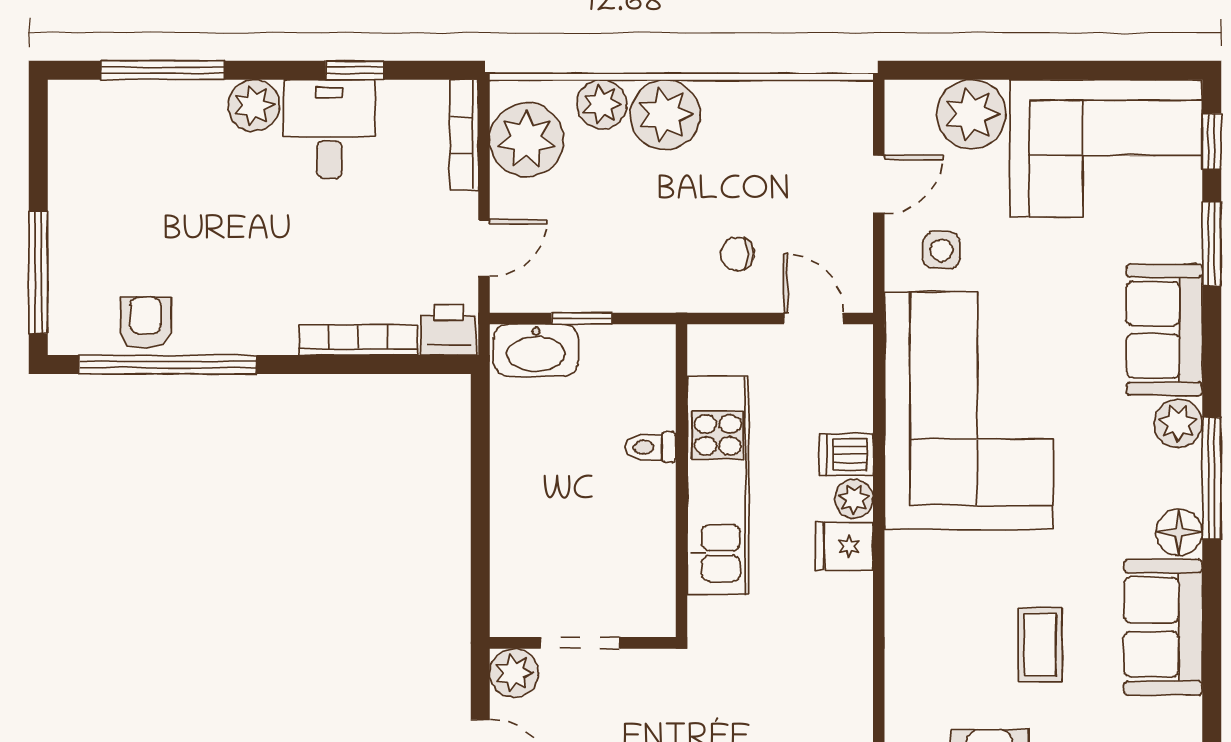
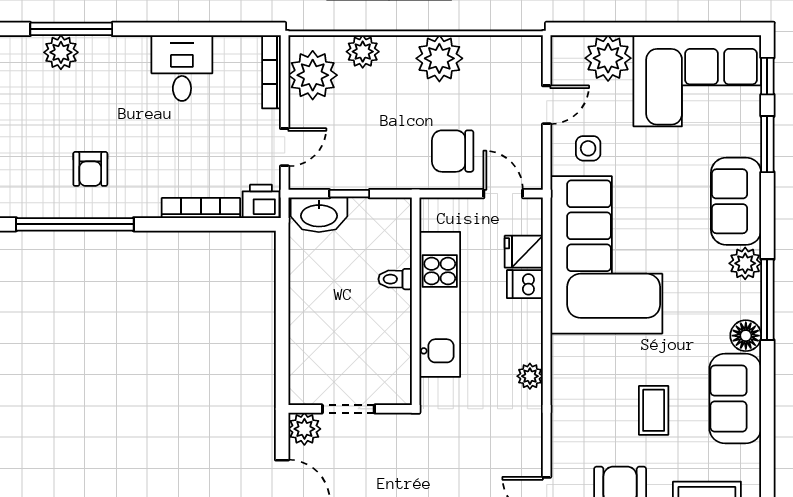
window: (355, 70) -> (199, 29), removed
plant: (254, 105) -> (61, 52), moved
plant: (665, 115) -> (439, 58), moved
chair: (737, 254) -> (453, 151), width x1.87, depth x1.87
armchair: (145, 323) -> (90, 169), moved, turned 180
plant: (854, 499) -> (530, 376), moved
fridge: (844, 546) -> (524, 252), moved

